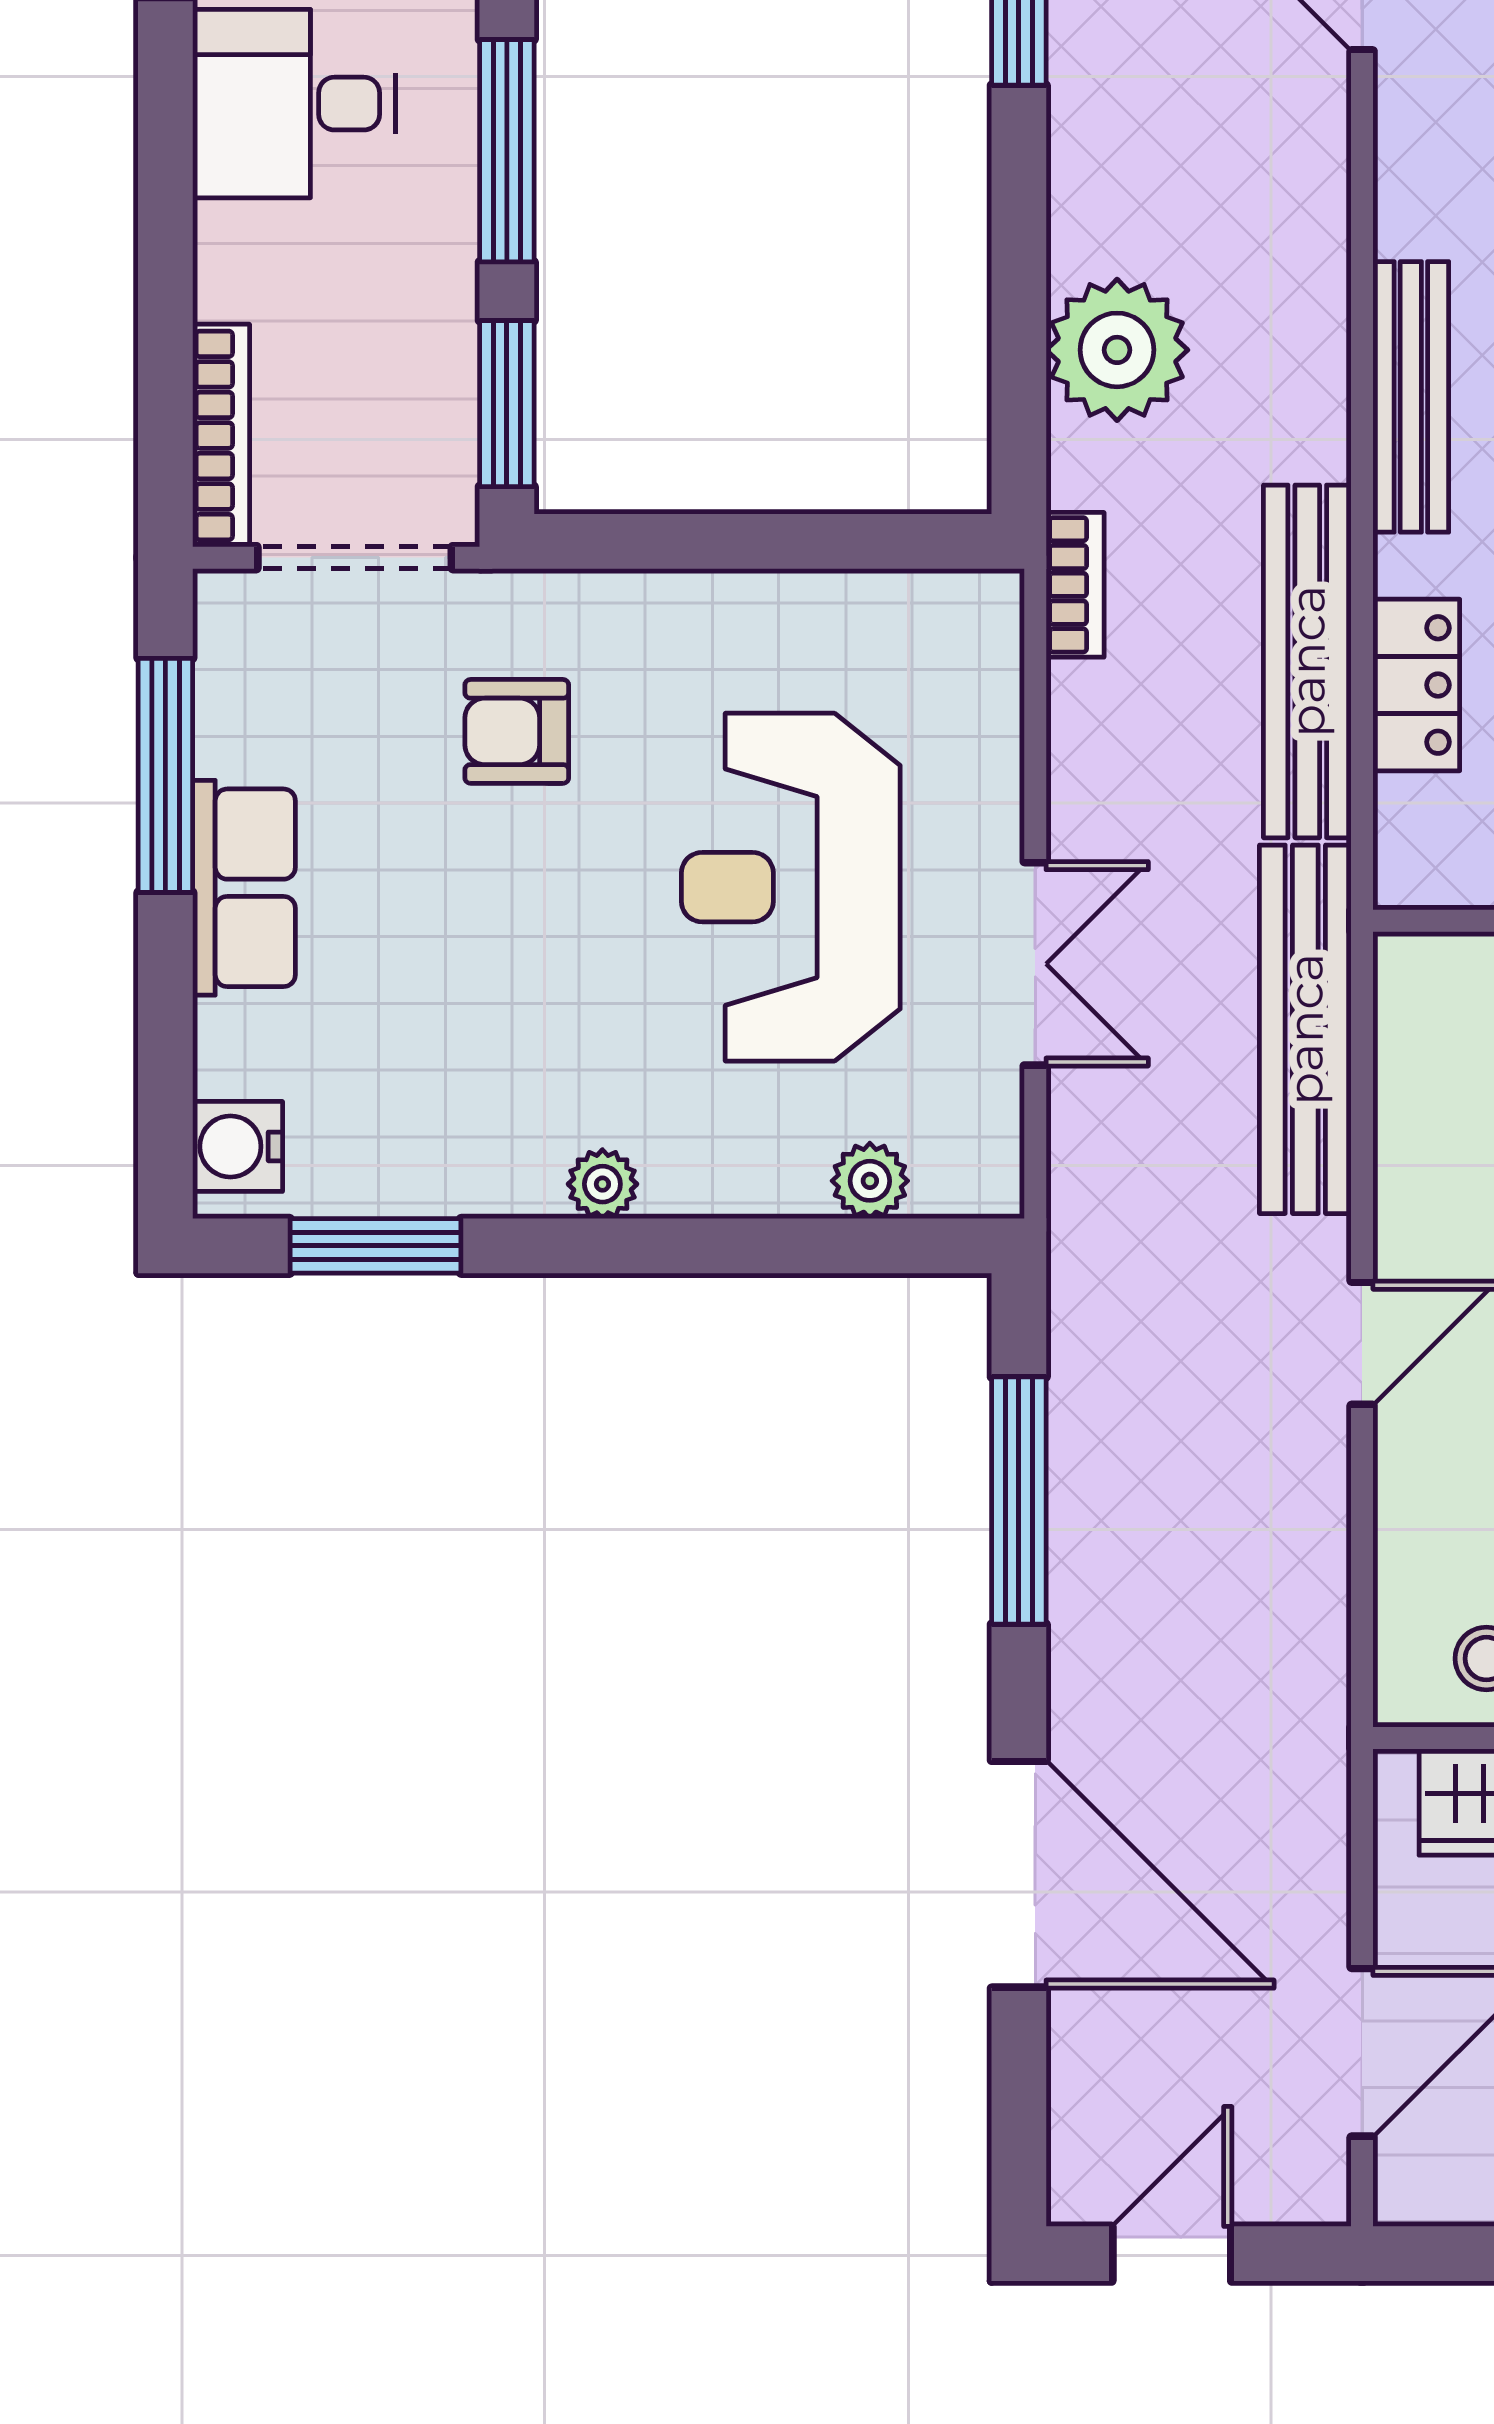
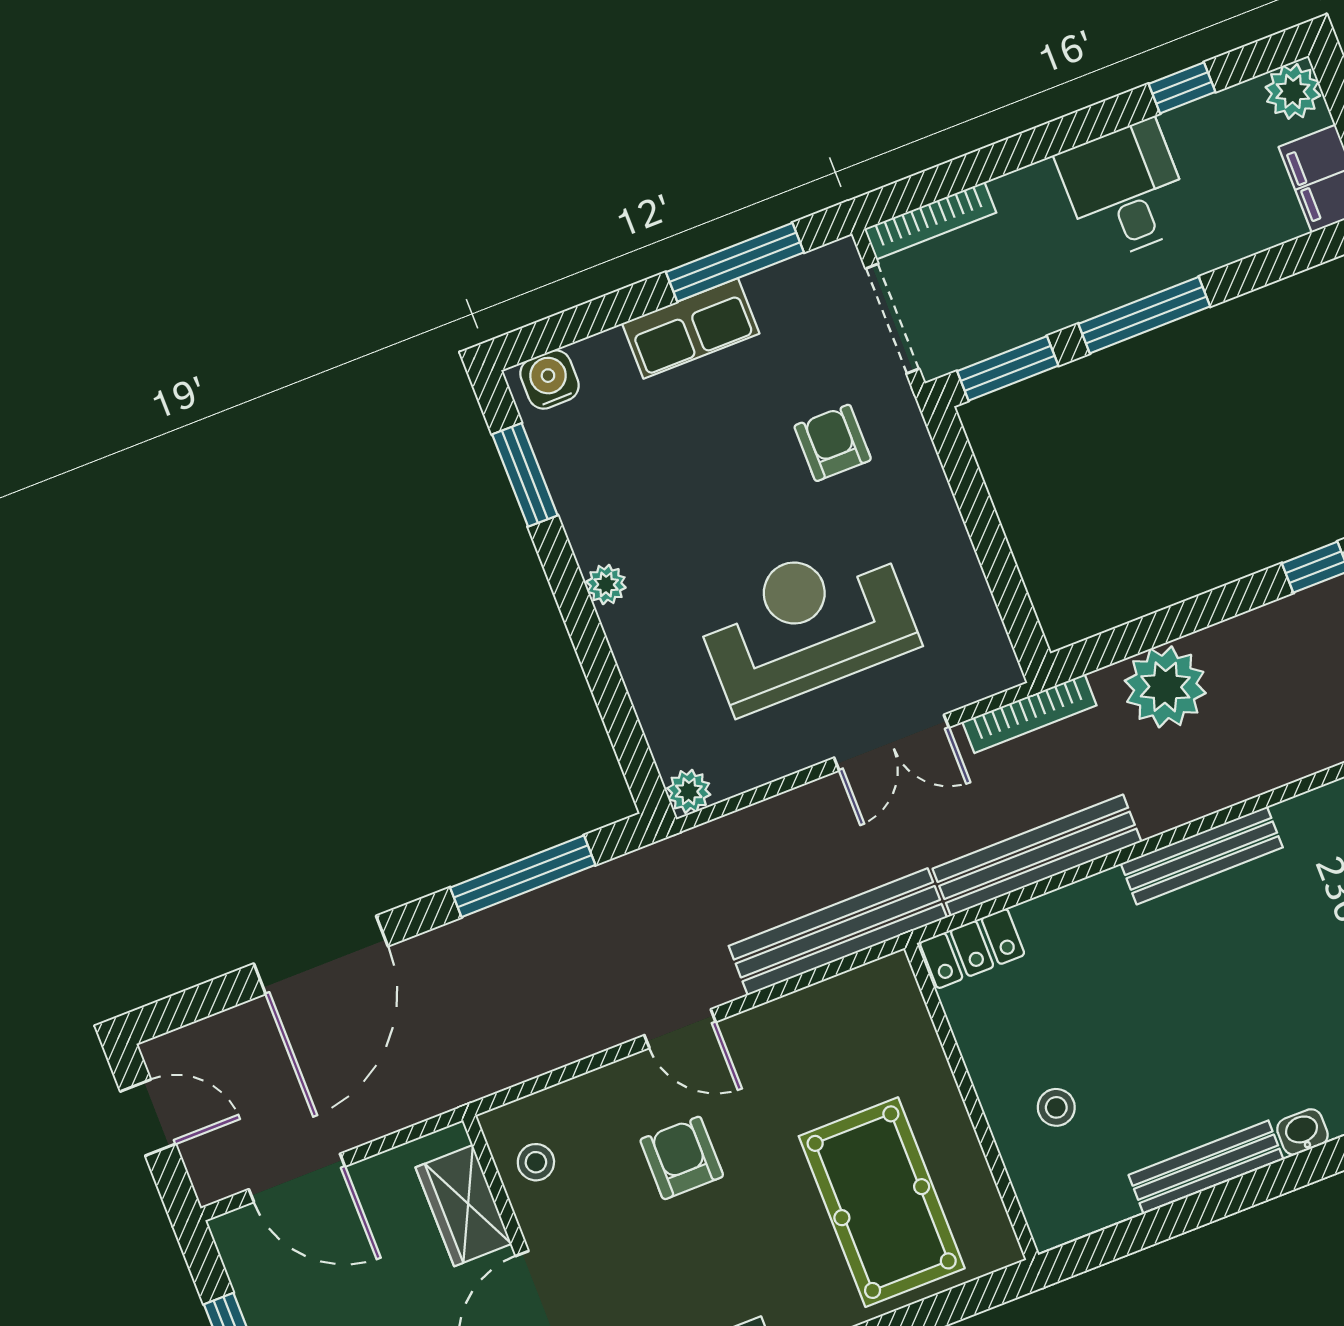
bookcase: (1075, 585) -> (1029, 714), width x1.56
locker: (1416, 685) -> (972, 948), moved
double door: (1035, 964) -> (891, 743), moved
plant: (870, 1181) -> (689, 791), moved

